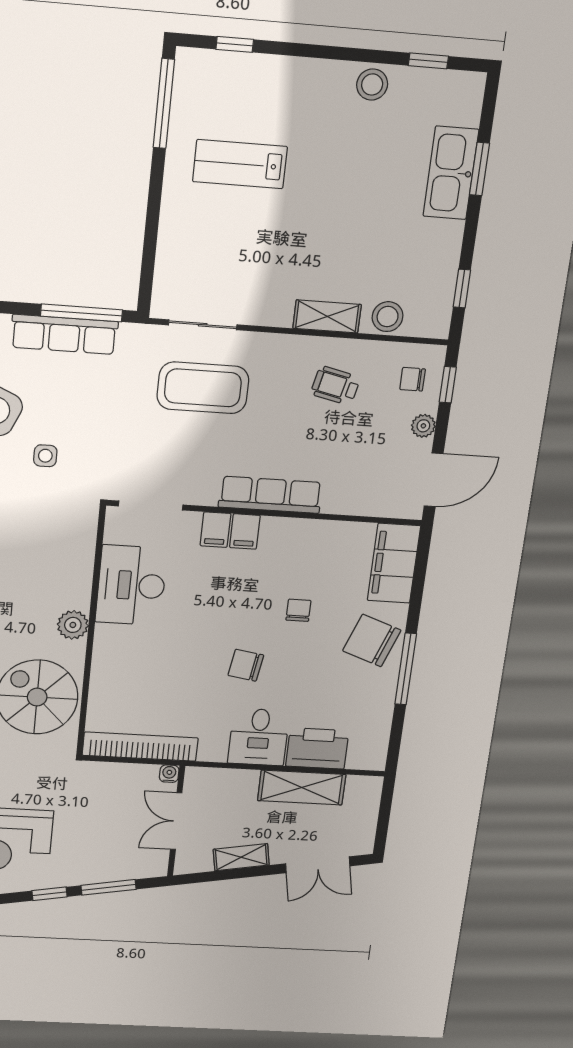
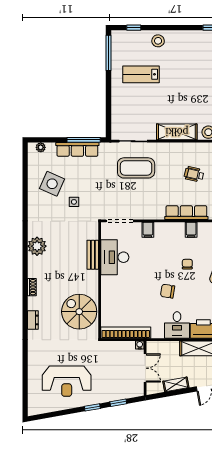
stool: (372, 84) -> (158, 41), moved
shelving: (327, 316) -> (177, 132), width x1.50, depth x1.33
wheelchair: (335, 386) -> (194, 174), moved
row of seats: (270, 495) -> (186, 213), moved
filing cabinet: (245, 531) -> (191, 230), moved
bench: (80, 577) -> (93, 255), added
plant: (73, 625) -> (92, 277), removed
double door: (176, 821) -> (145, 368), swing flipped
window: (109, 887) -> (118, 403), width x0.67

